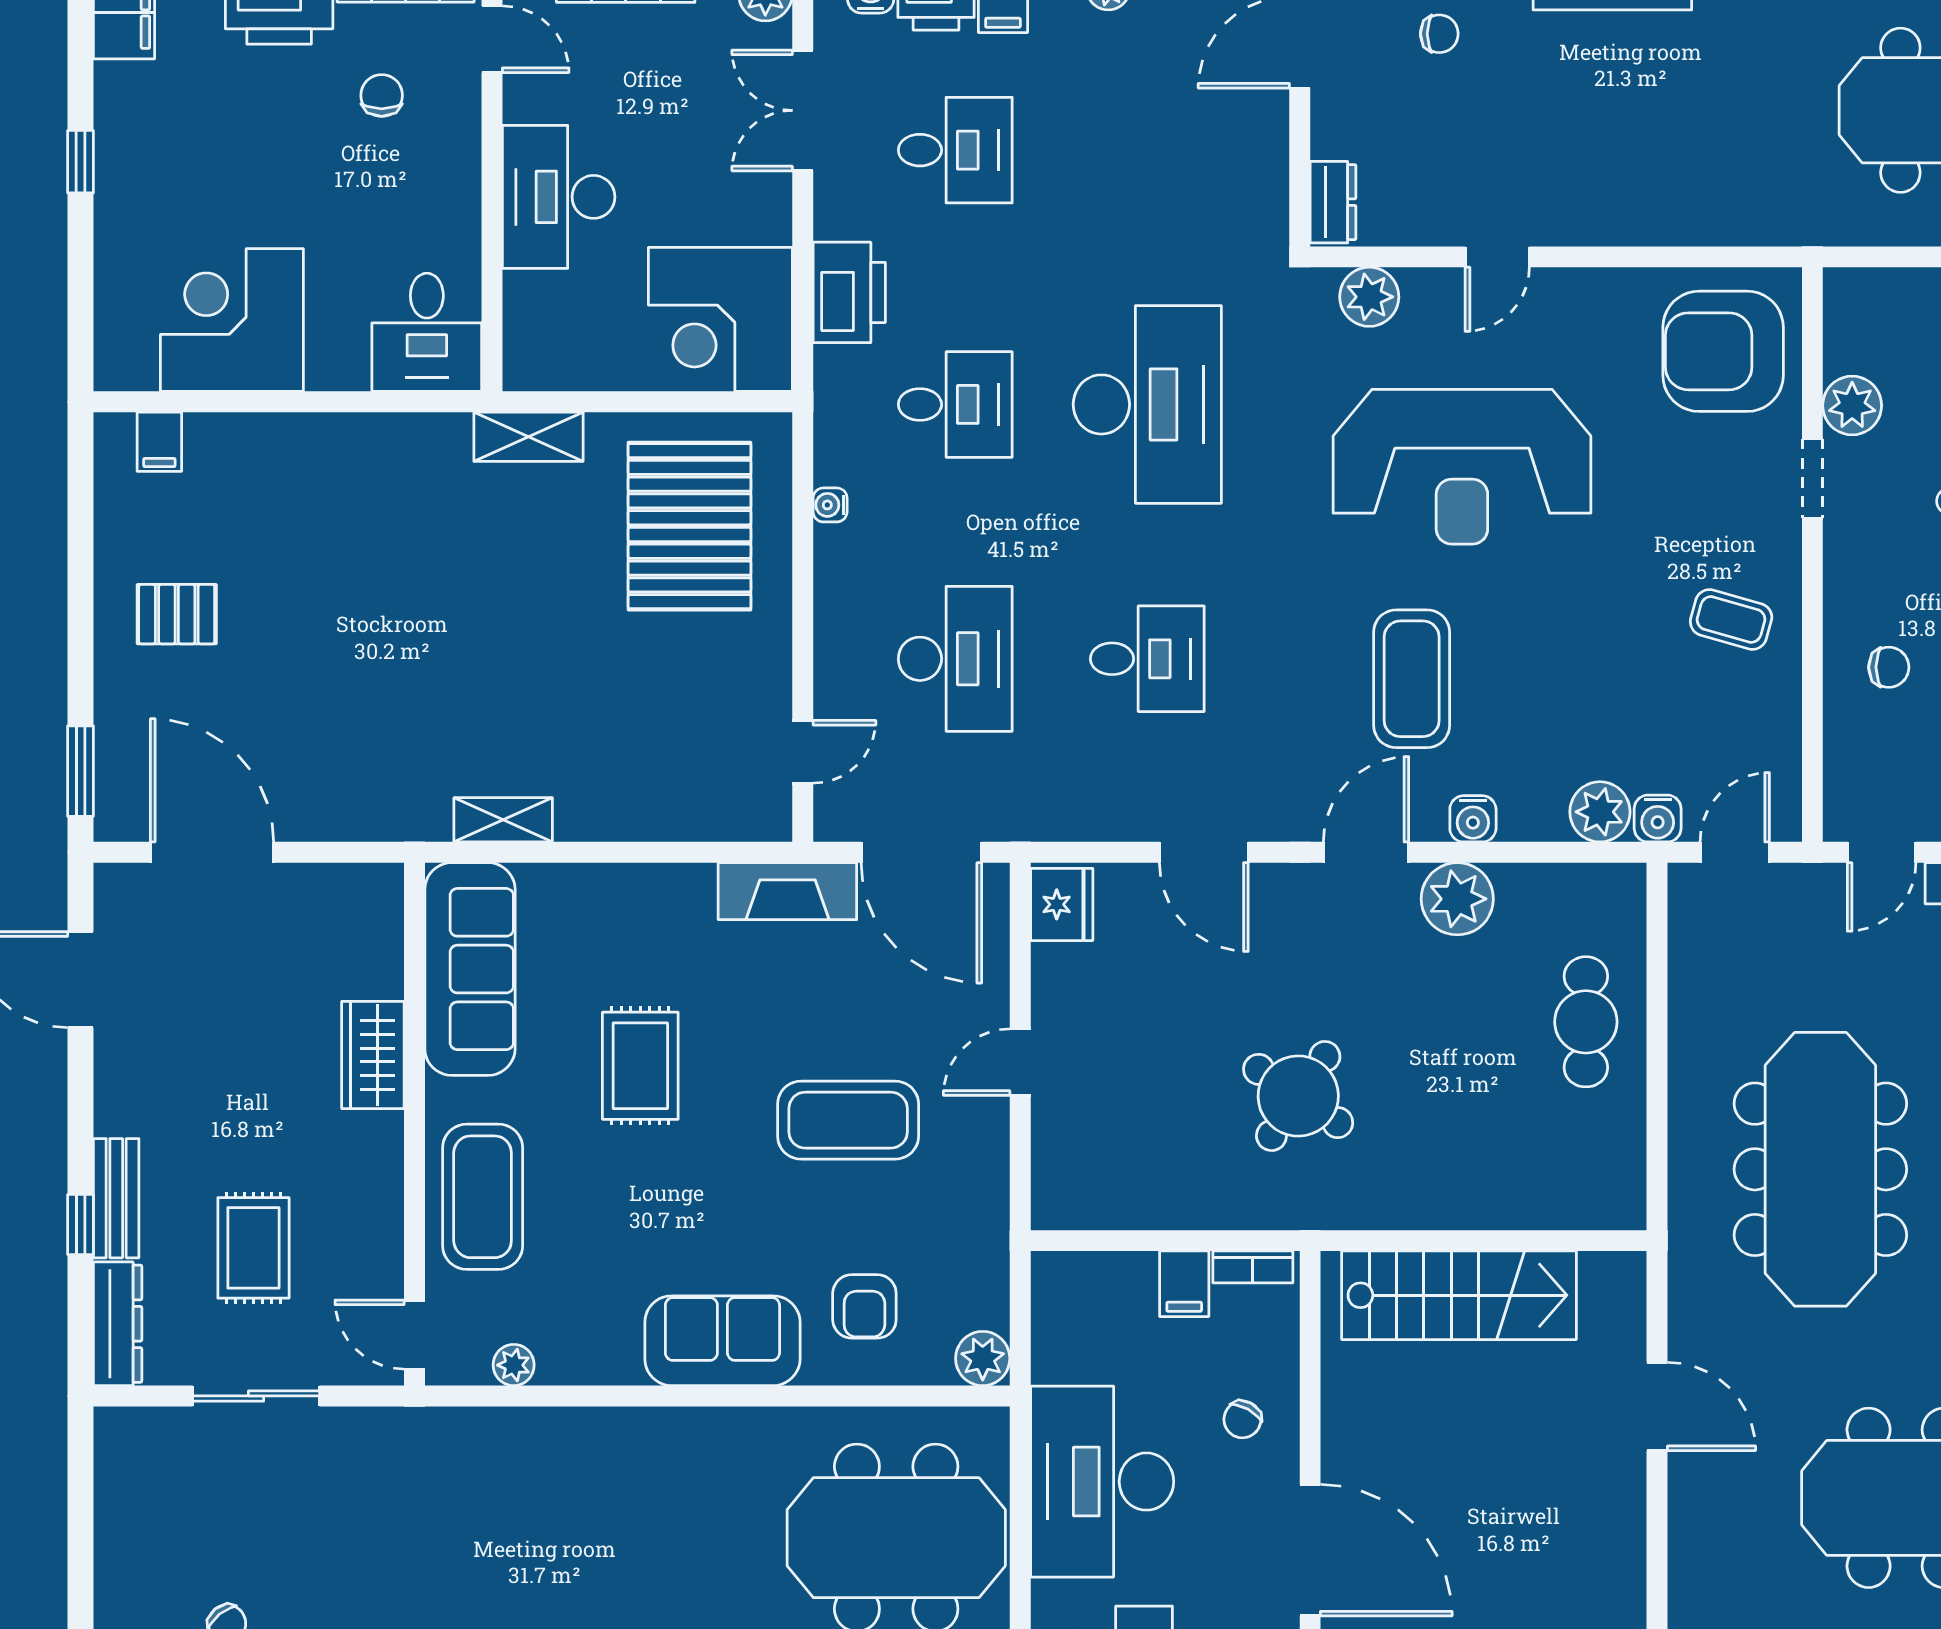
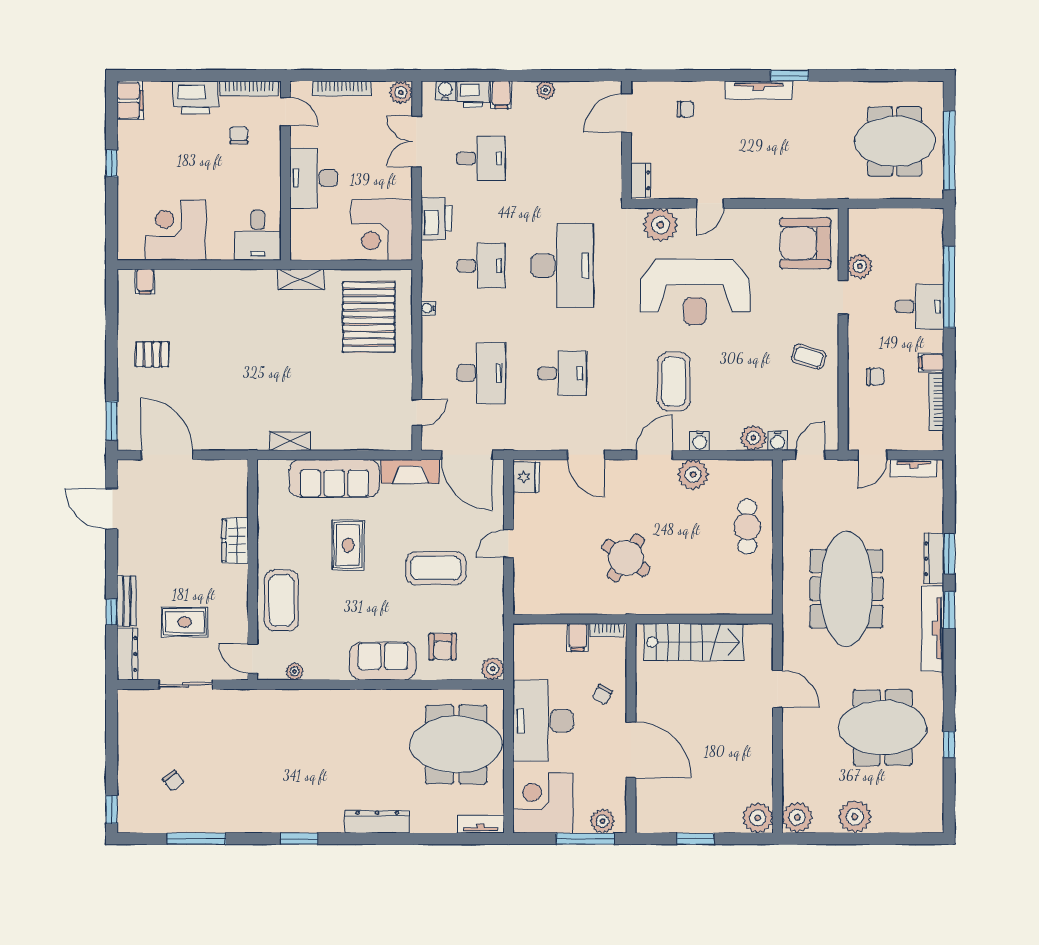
plant: (1369, 297) -> (660, 225), width x1.36, depth x1.36
sofa: (470, 969) -> (334, 478), moved, turned 90
rug: (253, 1248) -> (185, 622), turned 90

